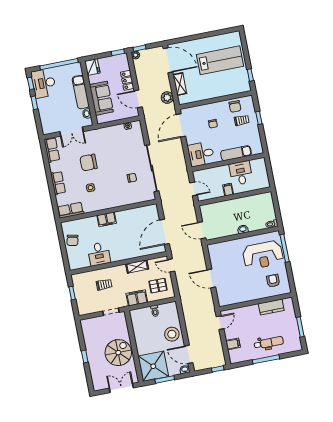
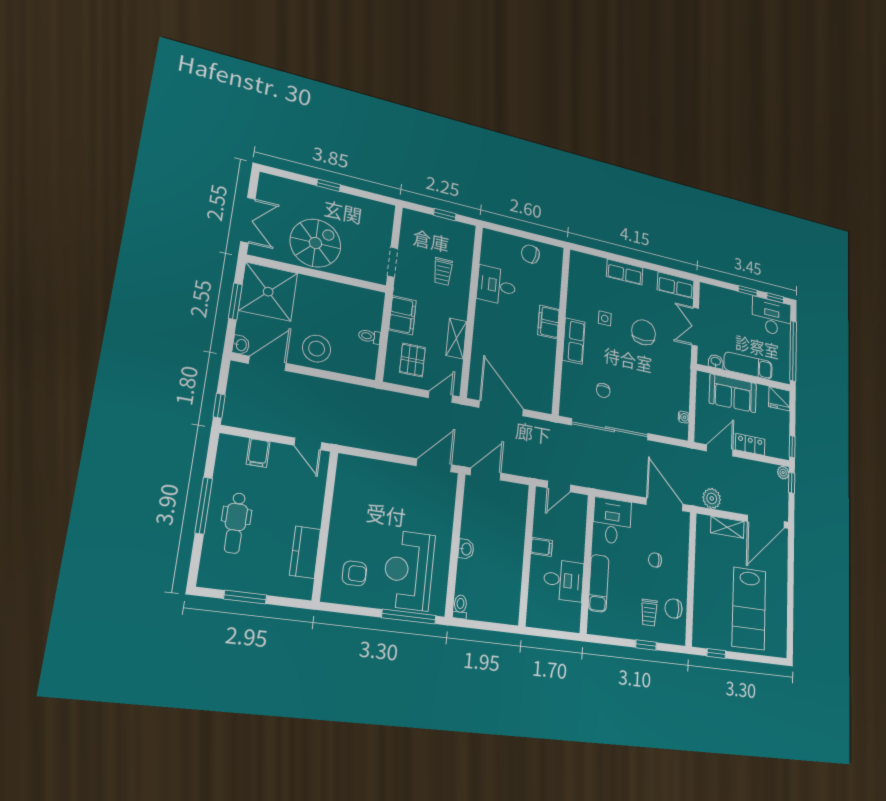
row of seats: (71, 210) -> (574, 341), moved
door: (211, 278) -> (434, 465), moved
spiral stairs: (118, 353) -> (315, 243), turned -90

